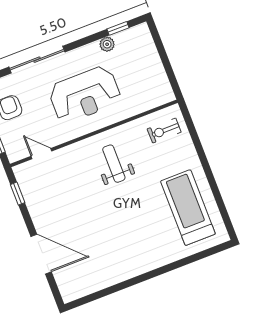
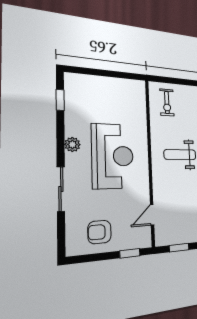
plant: (107, 44) -> (72, 144), moved
sliding door: (37, 60) -> (61, 189), width x0.73

